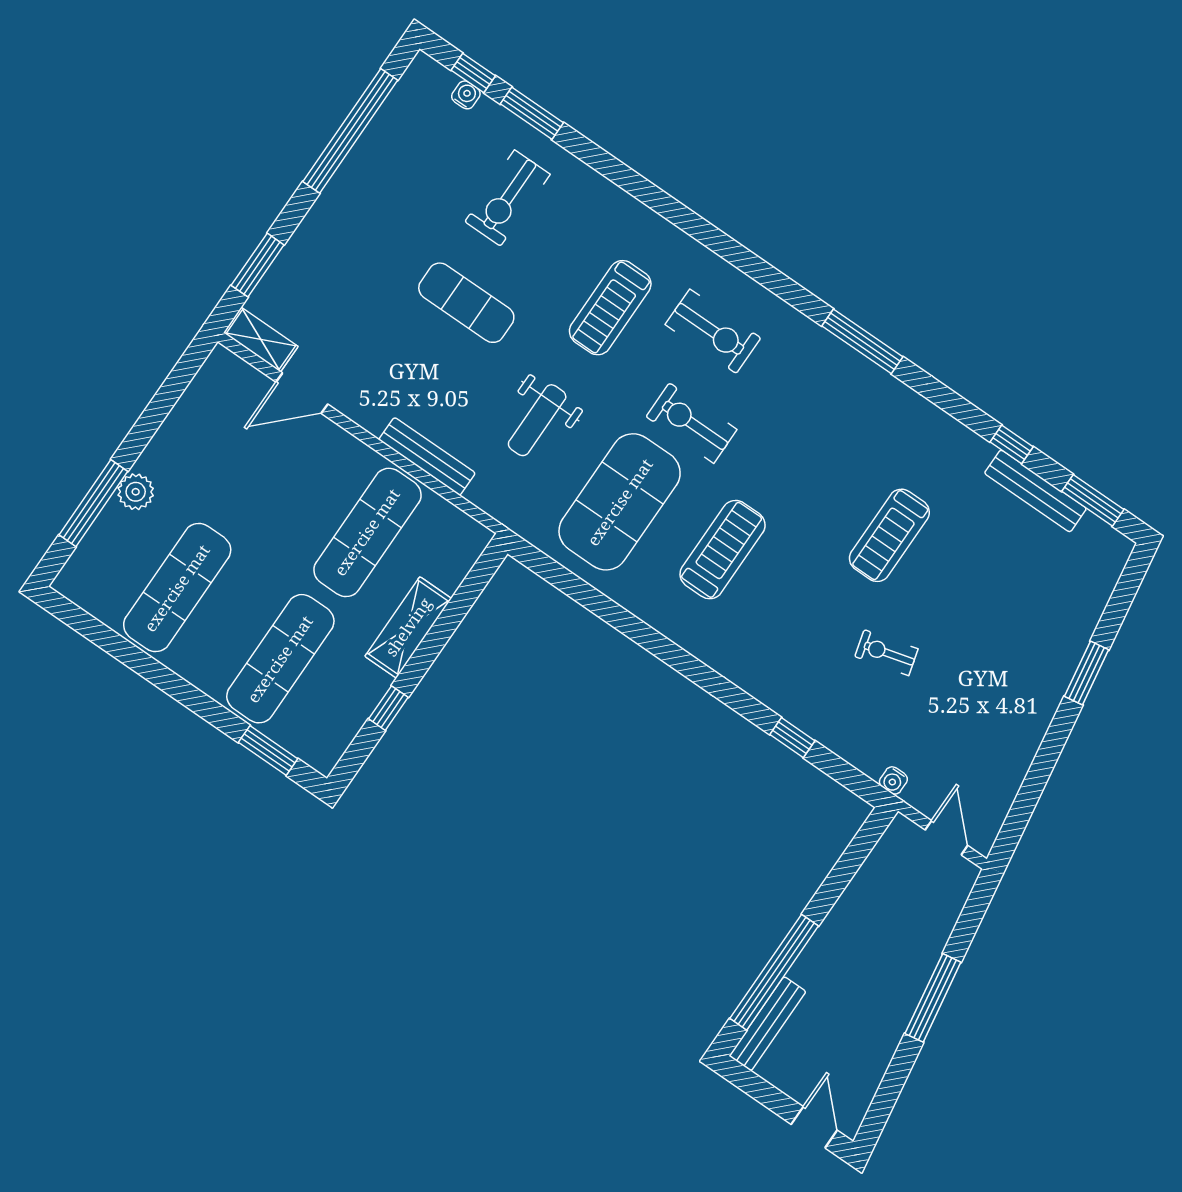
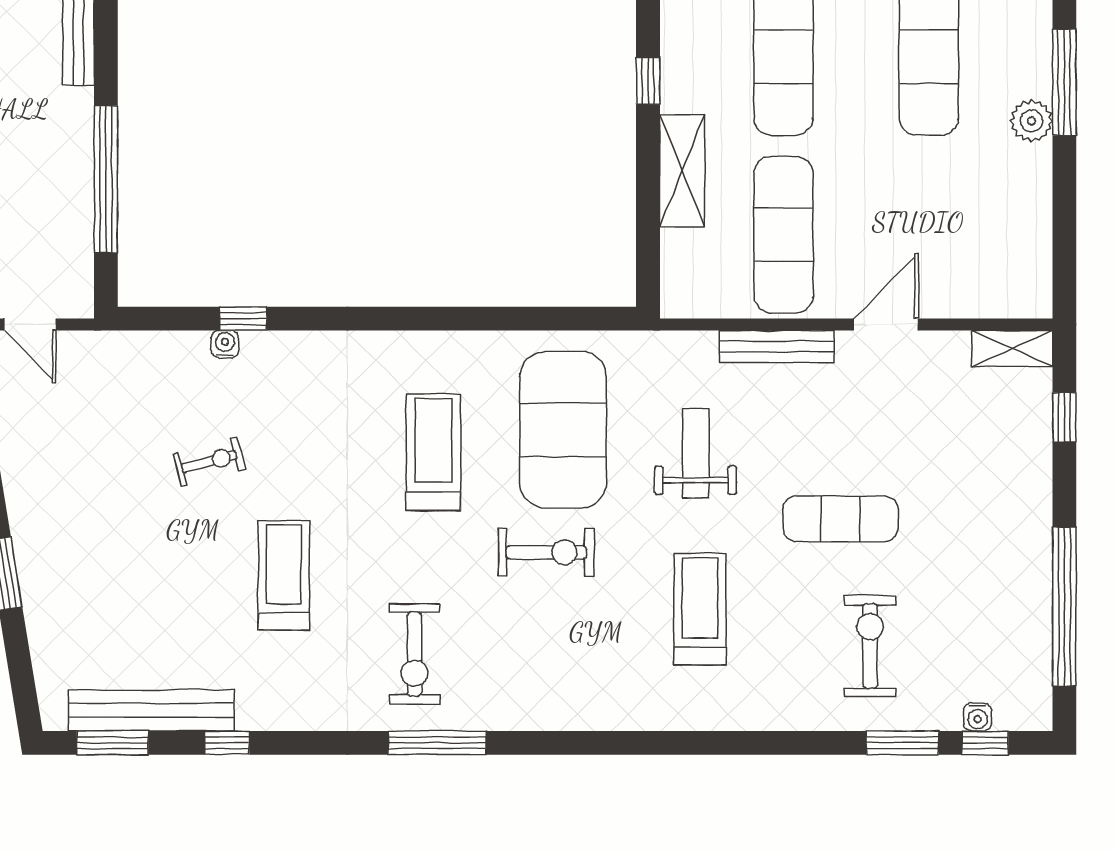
window: (258, 265) -> (1064, 417), width x0.67
exercise bike: (713, 331) -> (414, 654), moved, turned -90
door: (302, 393) -> (886, 324), moved
bench: (1035, 491) -> (151, 710), width x1.37, depth x1.21
treadmill: (723, 550) -> (433, 452), turned 180
water cooler: (893, 780) -> (225, 344), moved
window: (774, 972) -> (106, 179), moved

